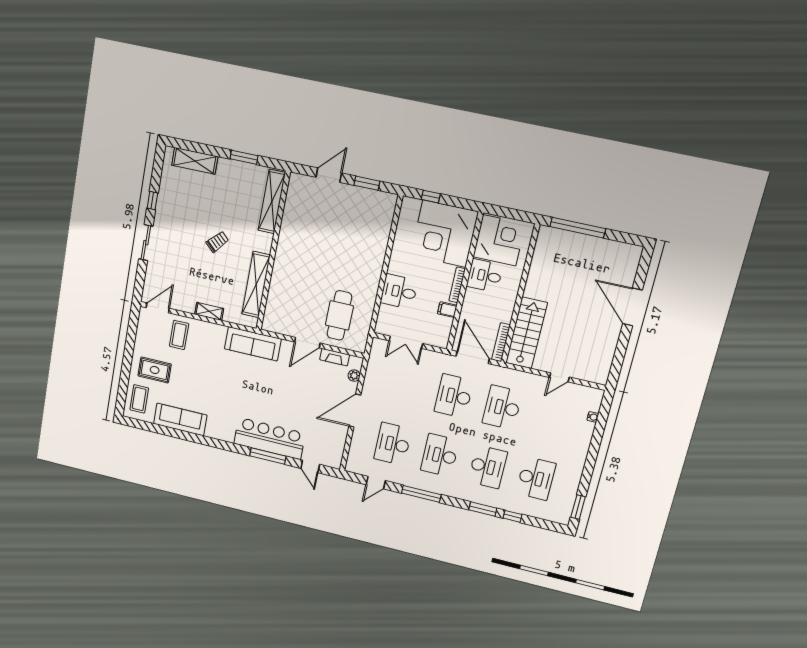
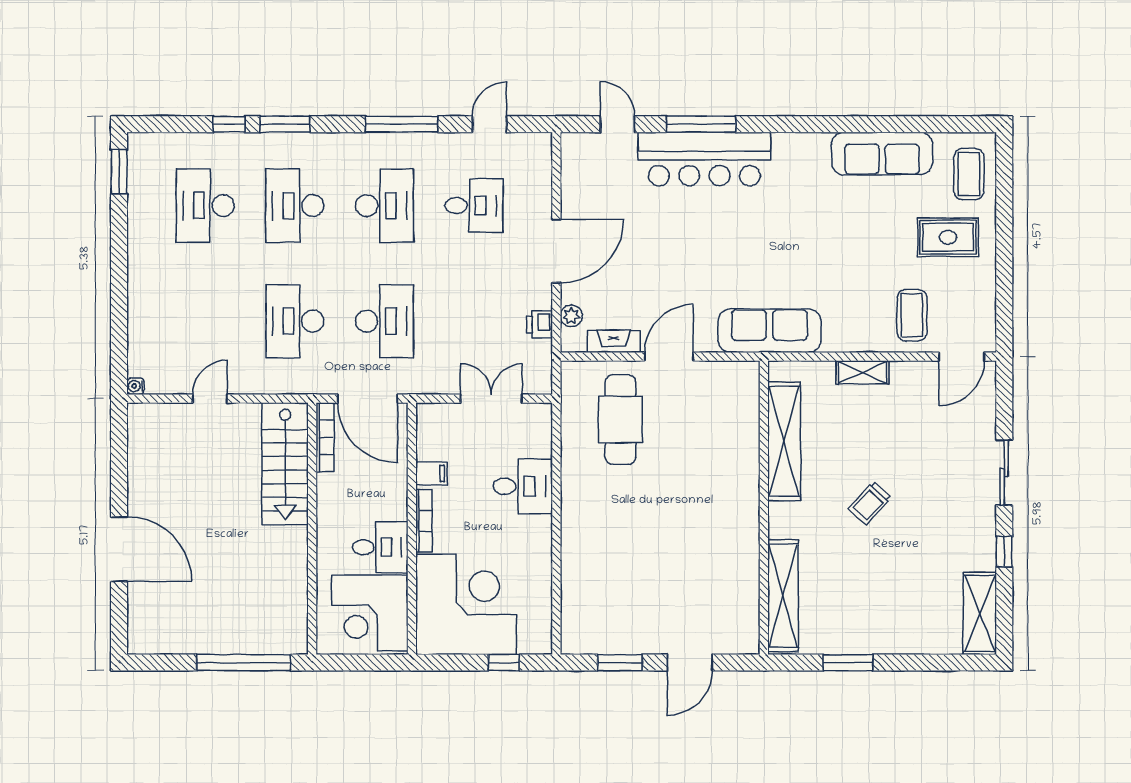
shelving: (195, 161) -> (980, 613), moved, turned 90
printer: (372, 375) -> (540, 325), added
desk: (502, 407) -> (295, 321), turned 180
water cooler: (593, 417) -> (136, 386), moved
desk: (393, 444) -> (474, 206), width x0.73

